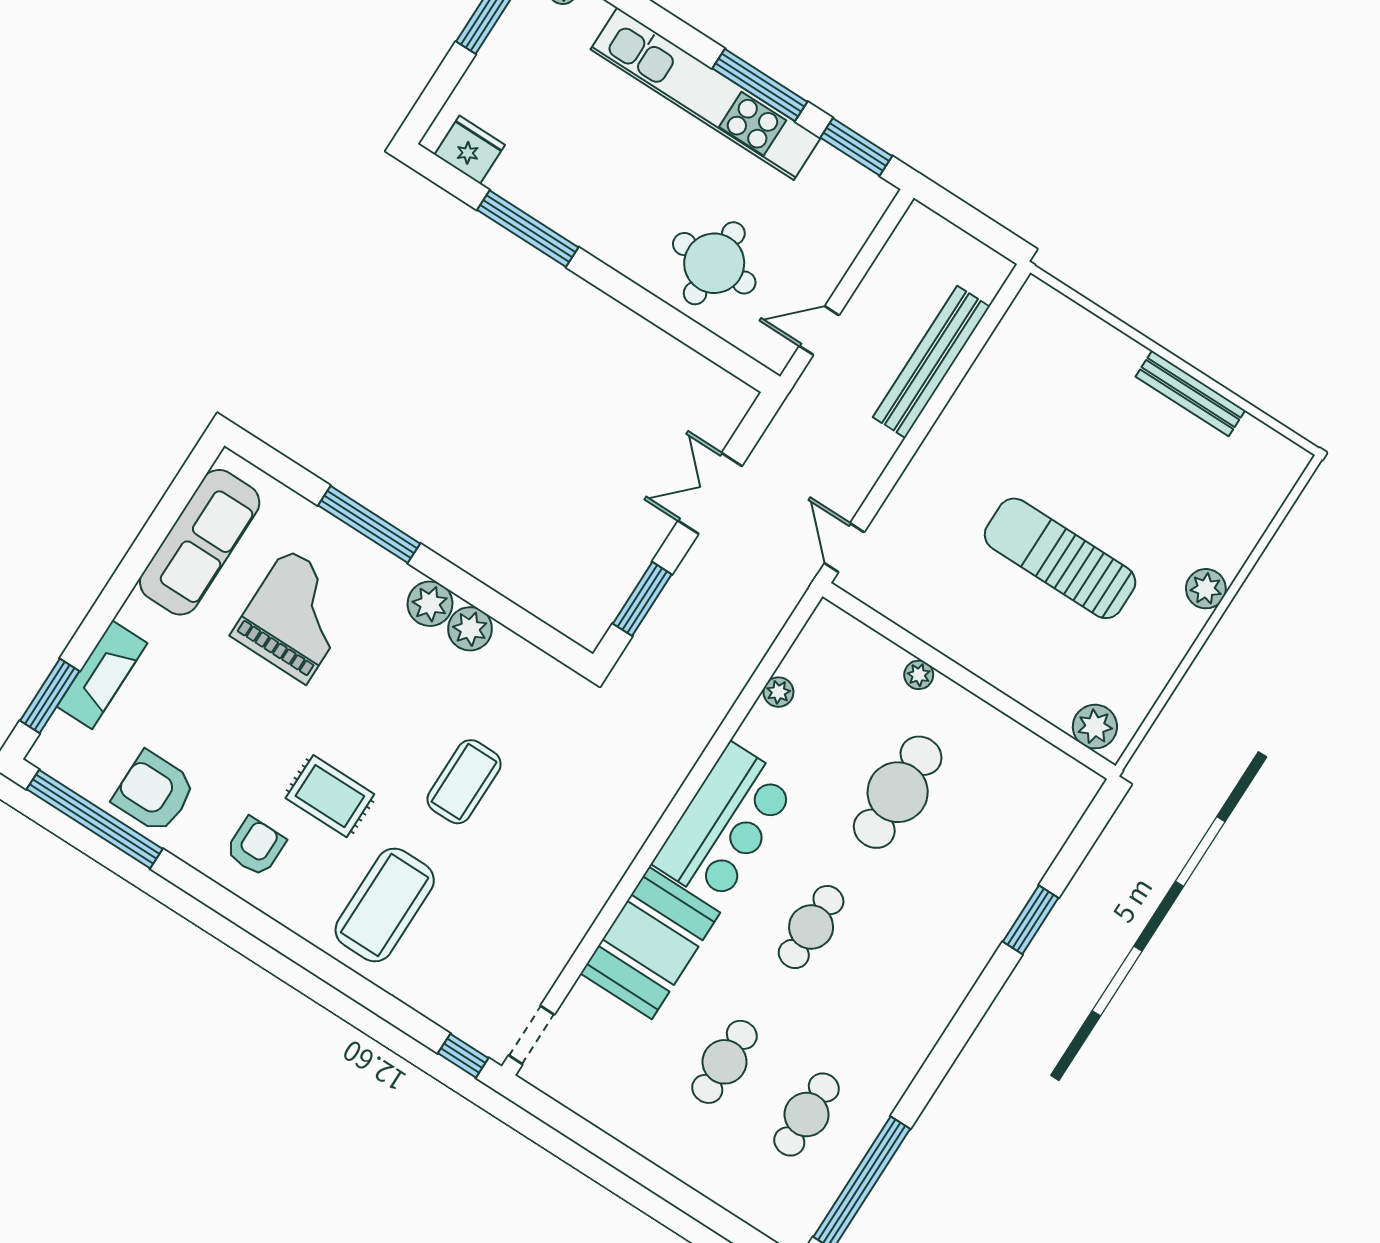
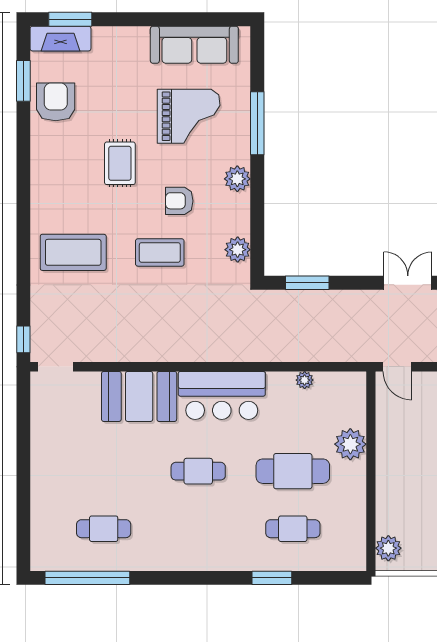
double door: (710, 493) -> (408, 283), moved
door: (844, 548) -> (397, 367), swing flipped
plant: (470, 629) -> (238, 250), moved
fireplace: (102, 675) -> (60, 39), moved
plant: (919, 675) -> (350, 444), width x1.88, depth x1.88
rug: (330, 796) -> (120, 163), moved
window: (95, 819) -> (23, 81), width x0.47
armchair: (256, 847) -> (179, 201), moved, turned 180
cafe table: (725, 1062) -> (293, 529), moved

